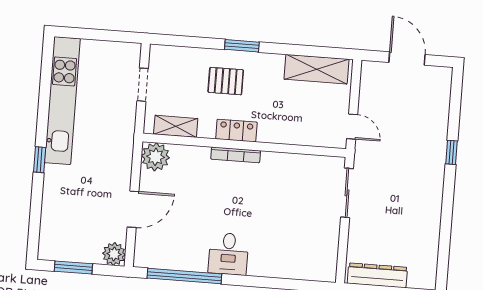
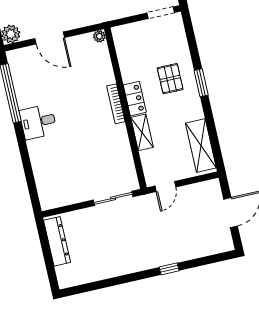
doorway: (143, 85) -> (161, 13), moved
shelving: (176, 126) -> (142, 132), moved
plant: (155, 157) -> (99, 36), width x0.53, depth x0.53

